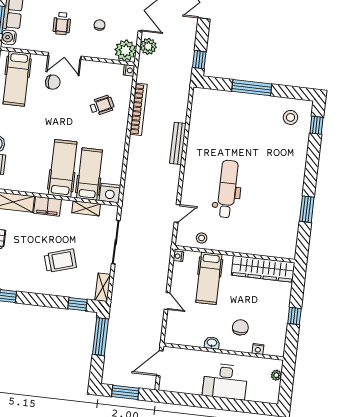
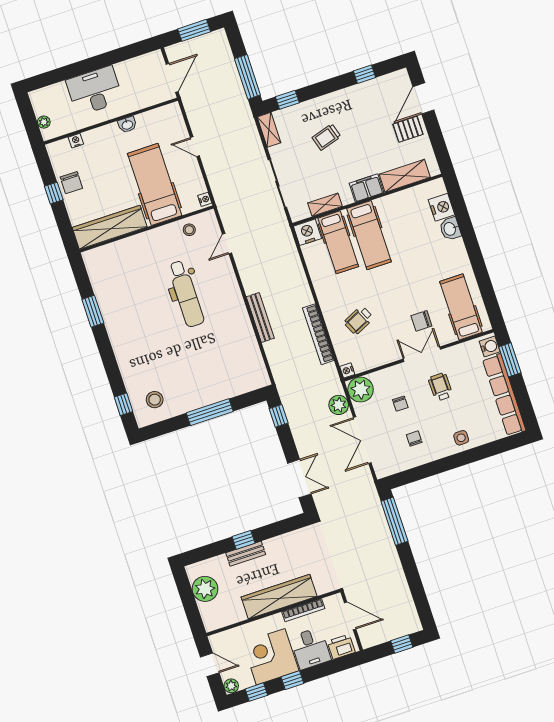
trolley: (60, 261) -> (326, 137), width x0.73, depth x0.72
hospital bed: (209, 278) -> (155, 184), width x1.37, depth x1.29
chair: (240, 327) -> (71, 183), moved

